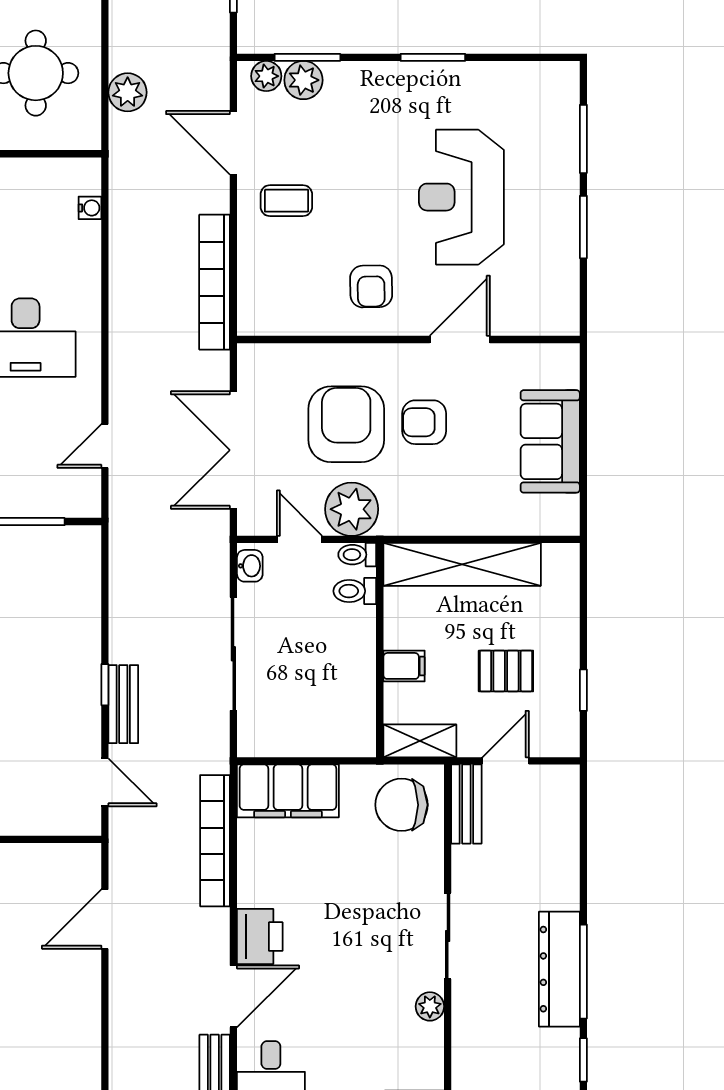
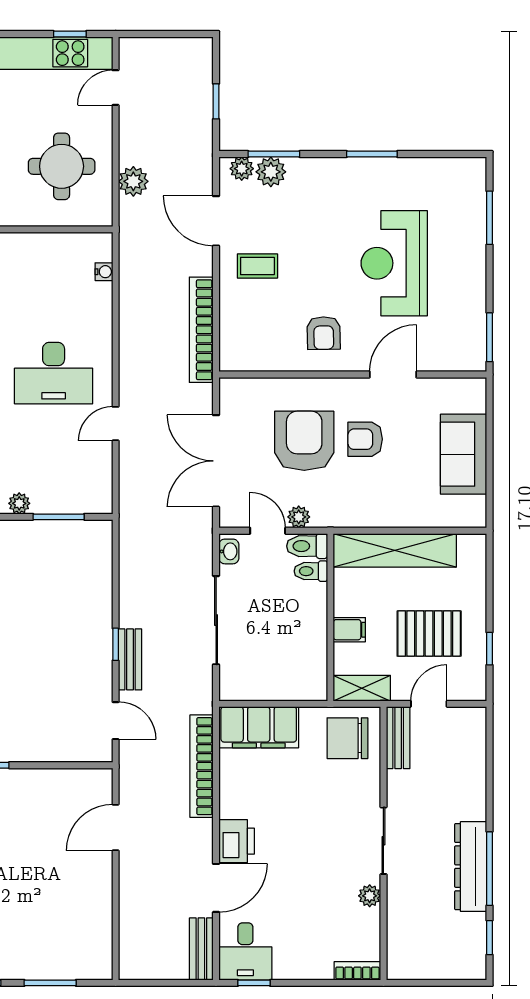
window: (583, 227) -> (490, 337), moved
door: (105, 446) -> (116, 424), moved
plant: (352, 509) -> (299, 517), width x0.53, depth x0.53
toilet: (357, 555) -> (307, 546), width x1.37, depth x1.39
pallet: (506, 671) -> (429, 634), width x1.50, depth x1.42

